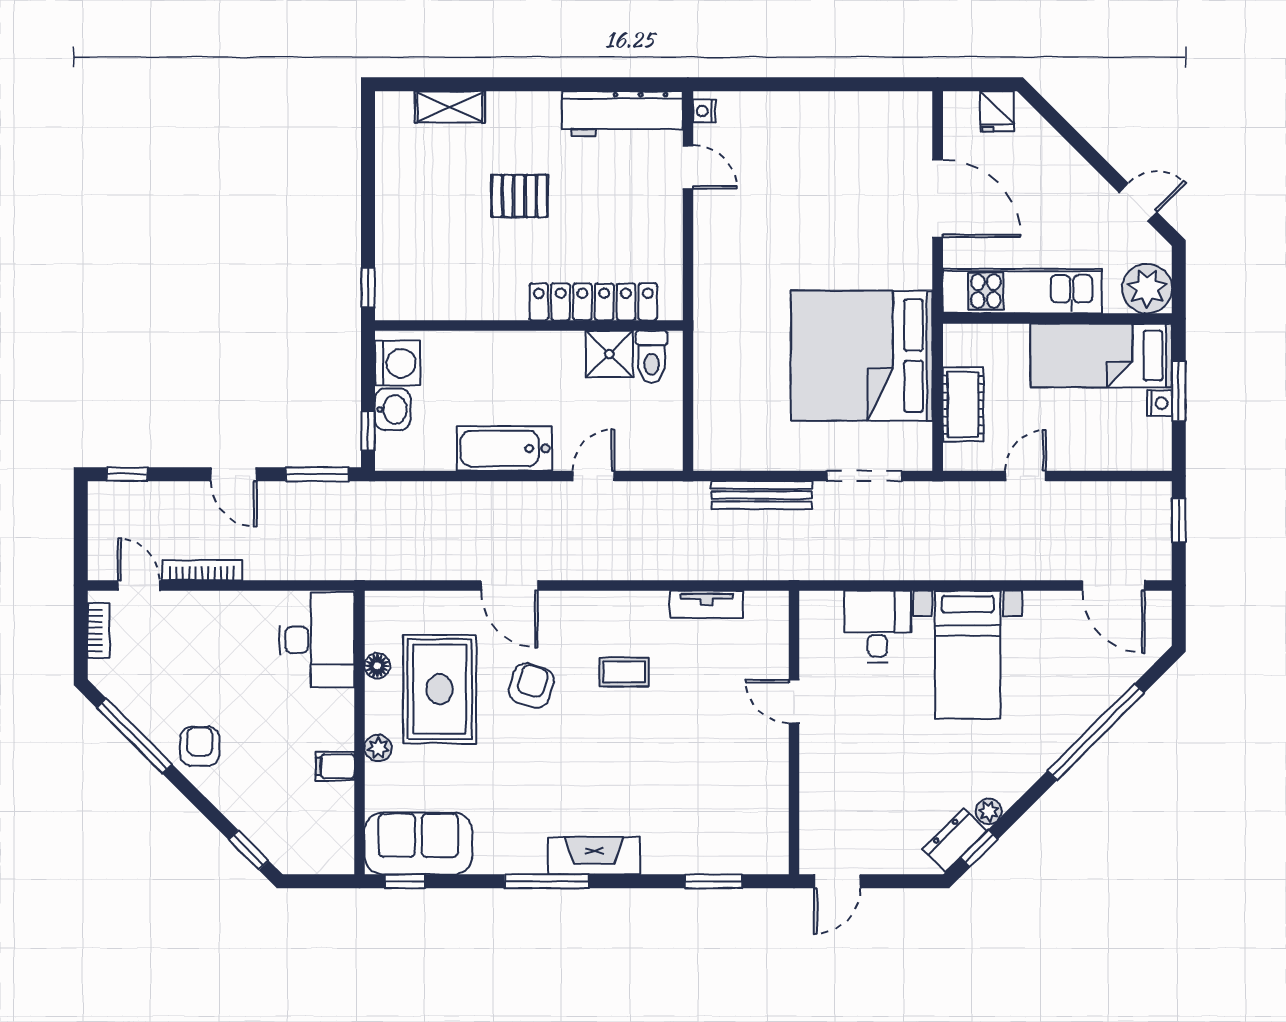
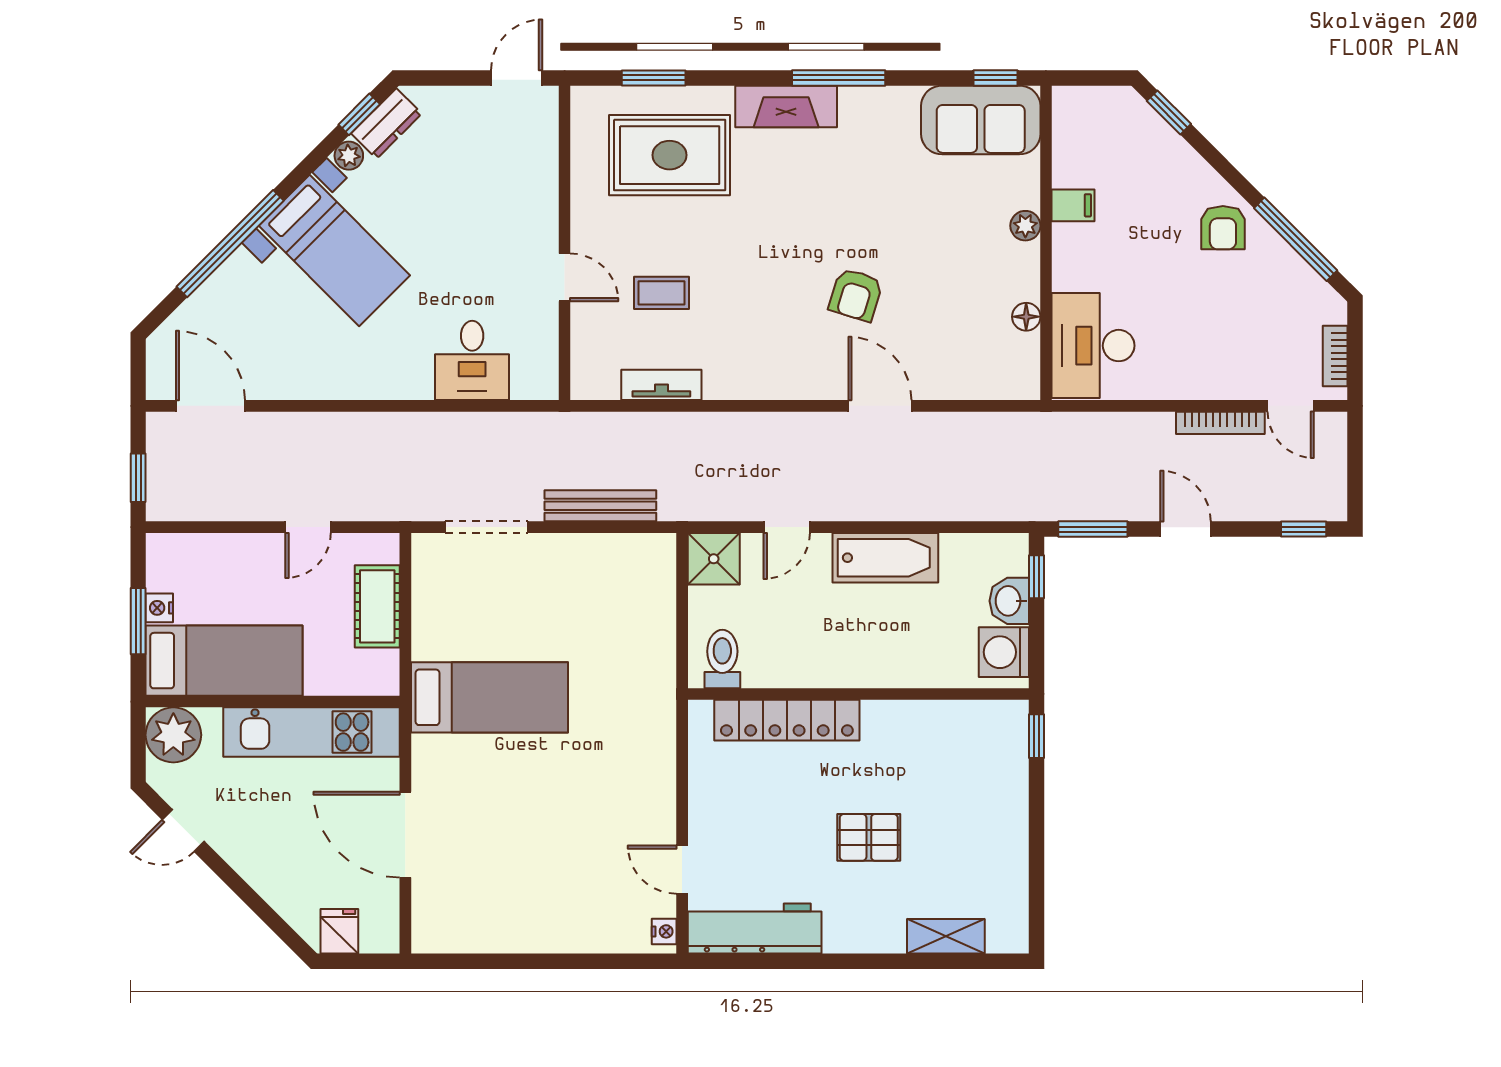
shower: (609, 354) -> (714, 559), moved
bed: (862, 356) -> (489, 697), width x0.49
bed with nightstands: (968, 655) -> (334, 251), moved, turned 135
coffee table: (624, 672) -> (662, 293), moved
rug: (440, 689) -> (670, 155), moved, turned 90

